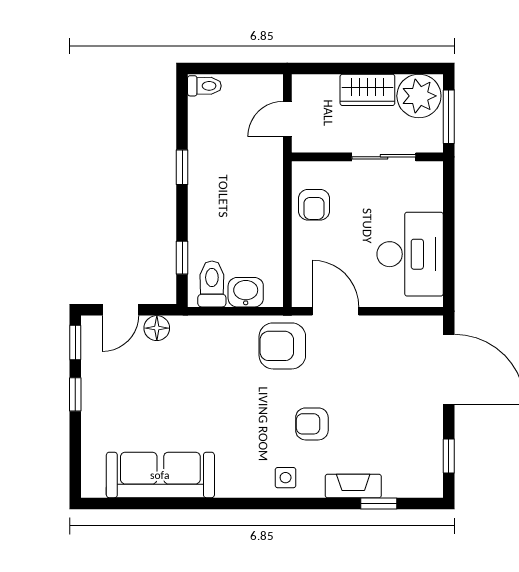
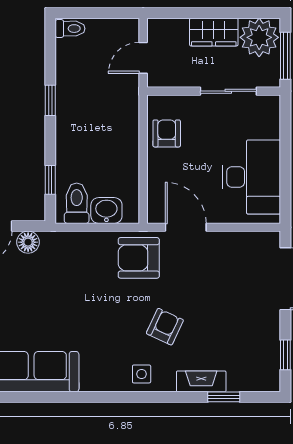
armchair: (314, 205) -> (167, 133), turned 180
armchair: (312, 424) -> (165, 327), turned 115

